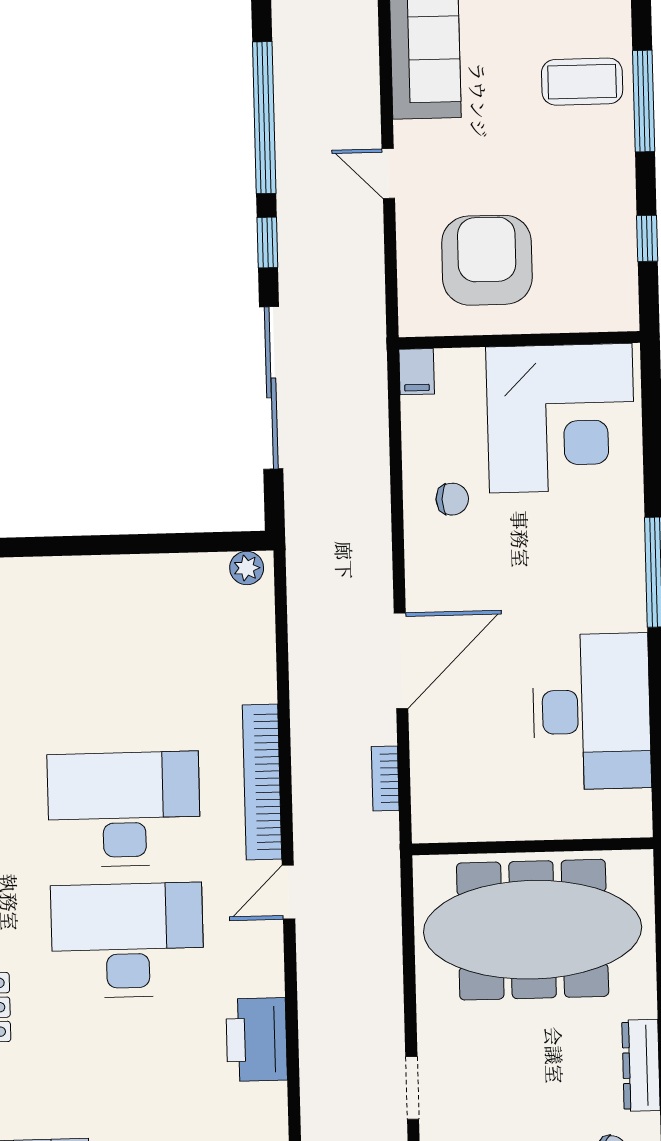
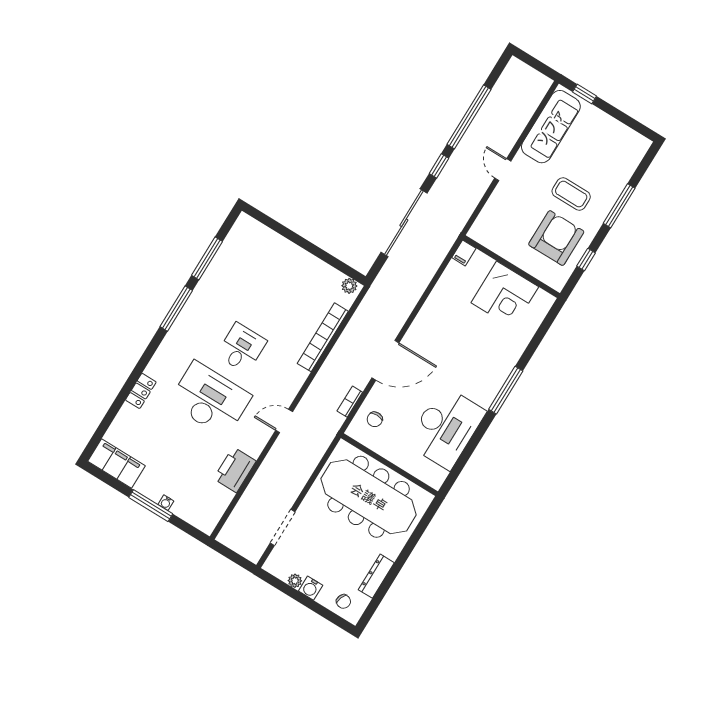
coffee table: (582, 82) -> (571, 194), moved
armchair: (487, 260) -> (556, 238), moved
corner desk: (561, 418) -> (505, 295), width x0.74, depth x0.74
chair: (452, 499) -> (375, 419), moved, turned 90
bookcase: (262, 782) -> (323, 337), moved
desk: (124, 809) -> (242, 348), width x0.53, depth x0.77
doorway: (412, 1088) -> (283, 527), width x1.38

